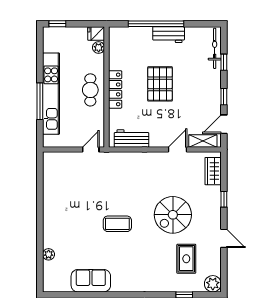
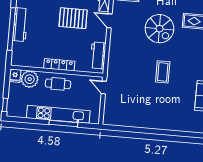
workbench: (169, 35) -> (20, 25), width x1.38
plant: (99, 48) -> (30, 79), width x1.88, depth x1.88
pallet: (160, 84) -> (73, 18), moved
plant: (49, 254) -> (182, 127), removed

